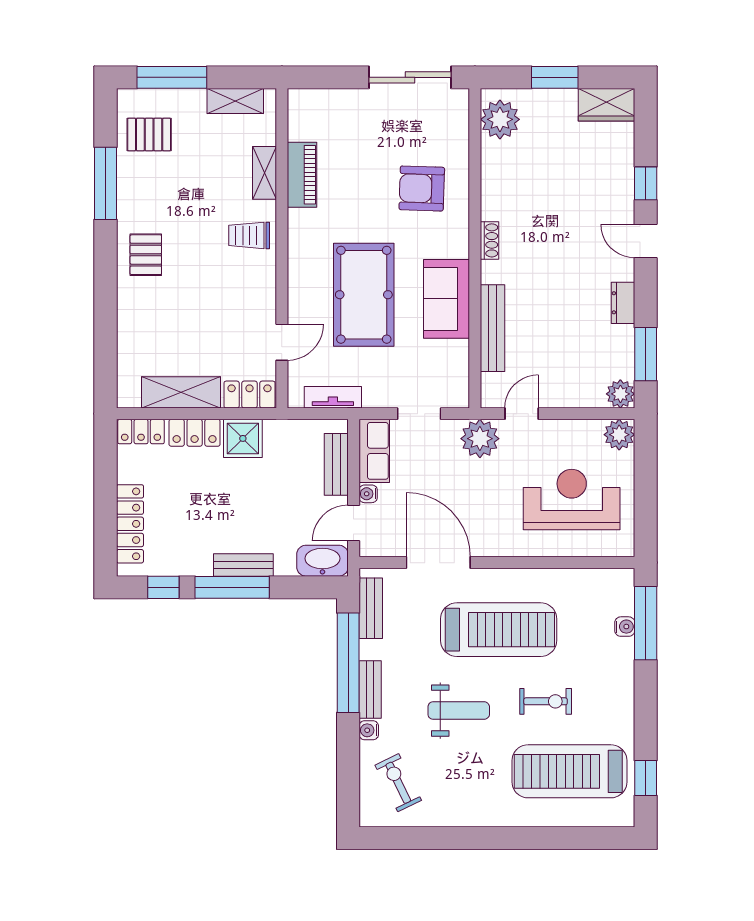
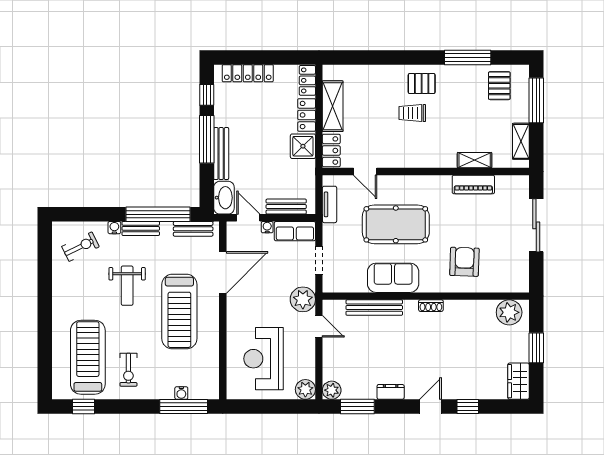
sliding door: (410, 77) -> (536, 225), moved
trolley: (249, 235) -> (412, 113), moved, turned -90
reception desk: (572, 499) -> (264, 359), turned 180
bench: (243, 565) -> (221, 154), width x1.36
exercise bike: (546, 701) -> (128, 370), moved

